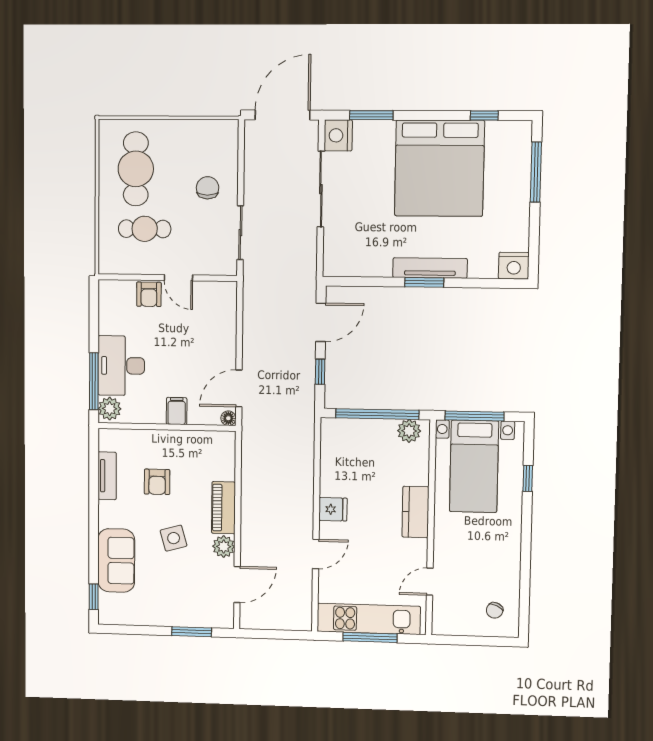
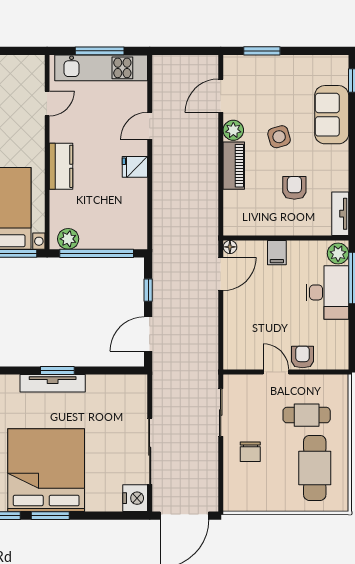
window: (371, 115) -> (50, 516), moved
tv unit: (107, 476) -> (340, 214), moved

